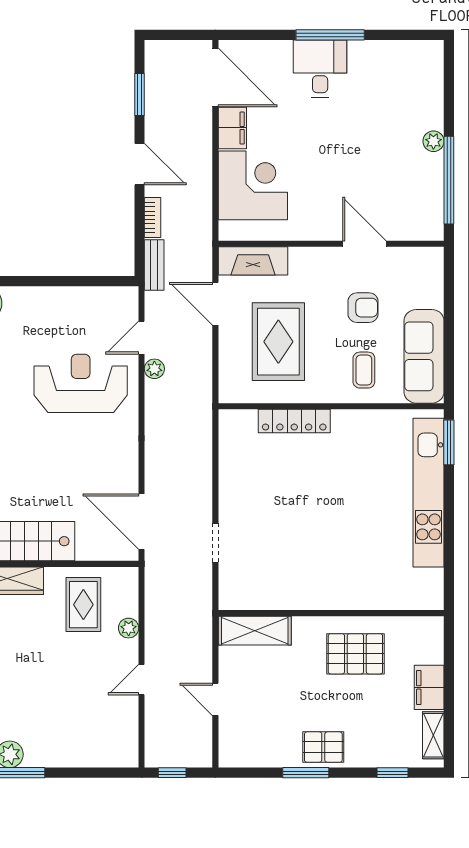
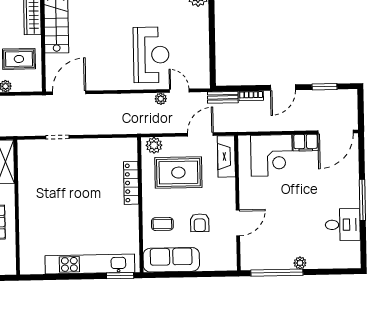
desk: (320, 69) -> (343, 225), moved
plant: (232, 382) -> (154, 145), added

